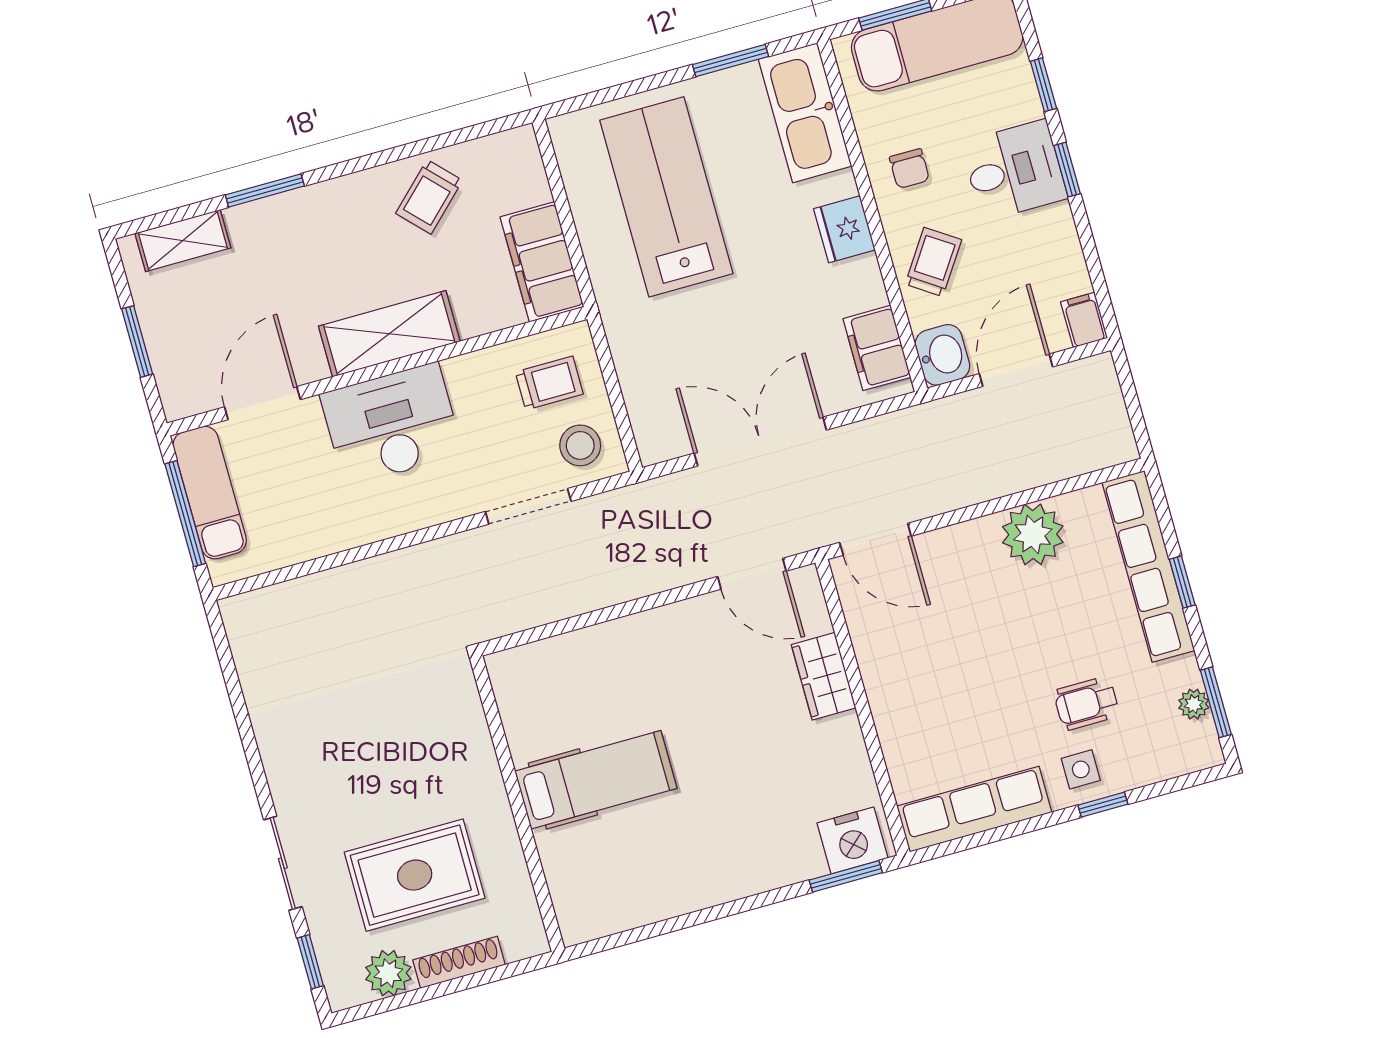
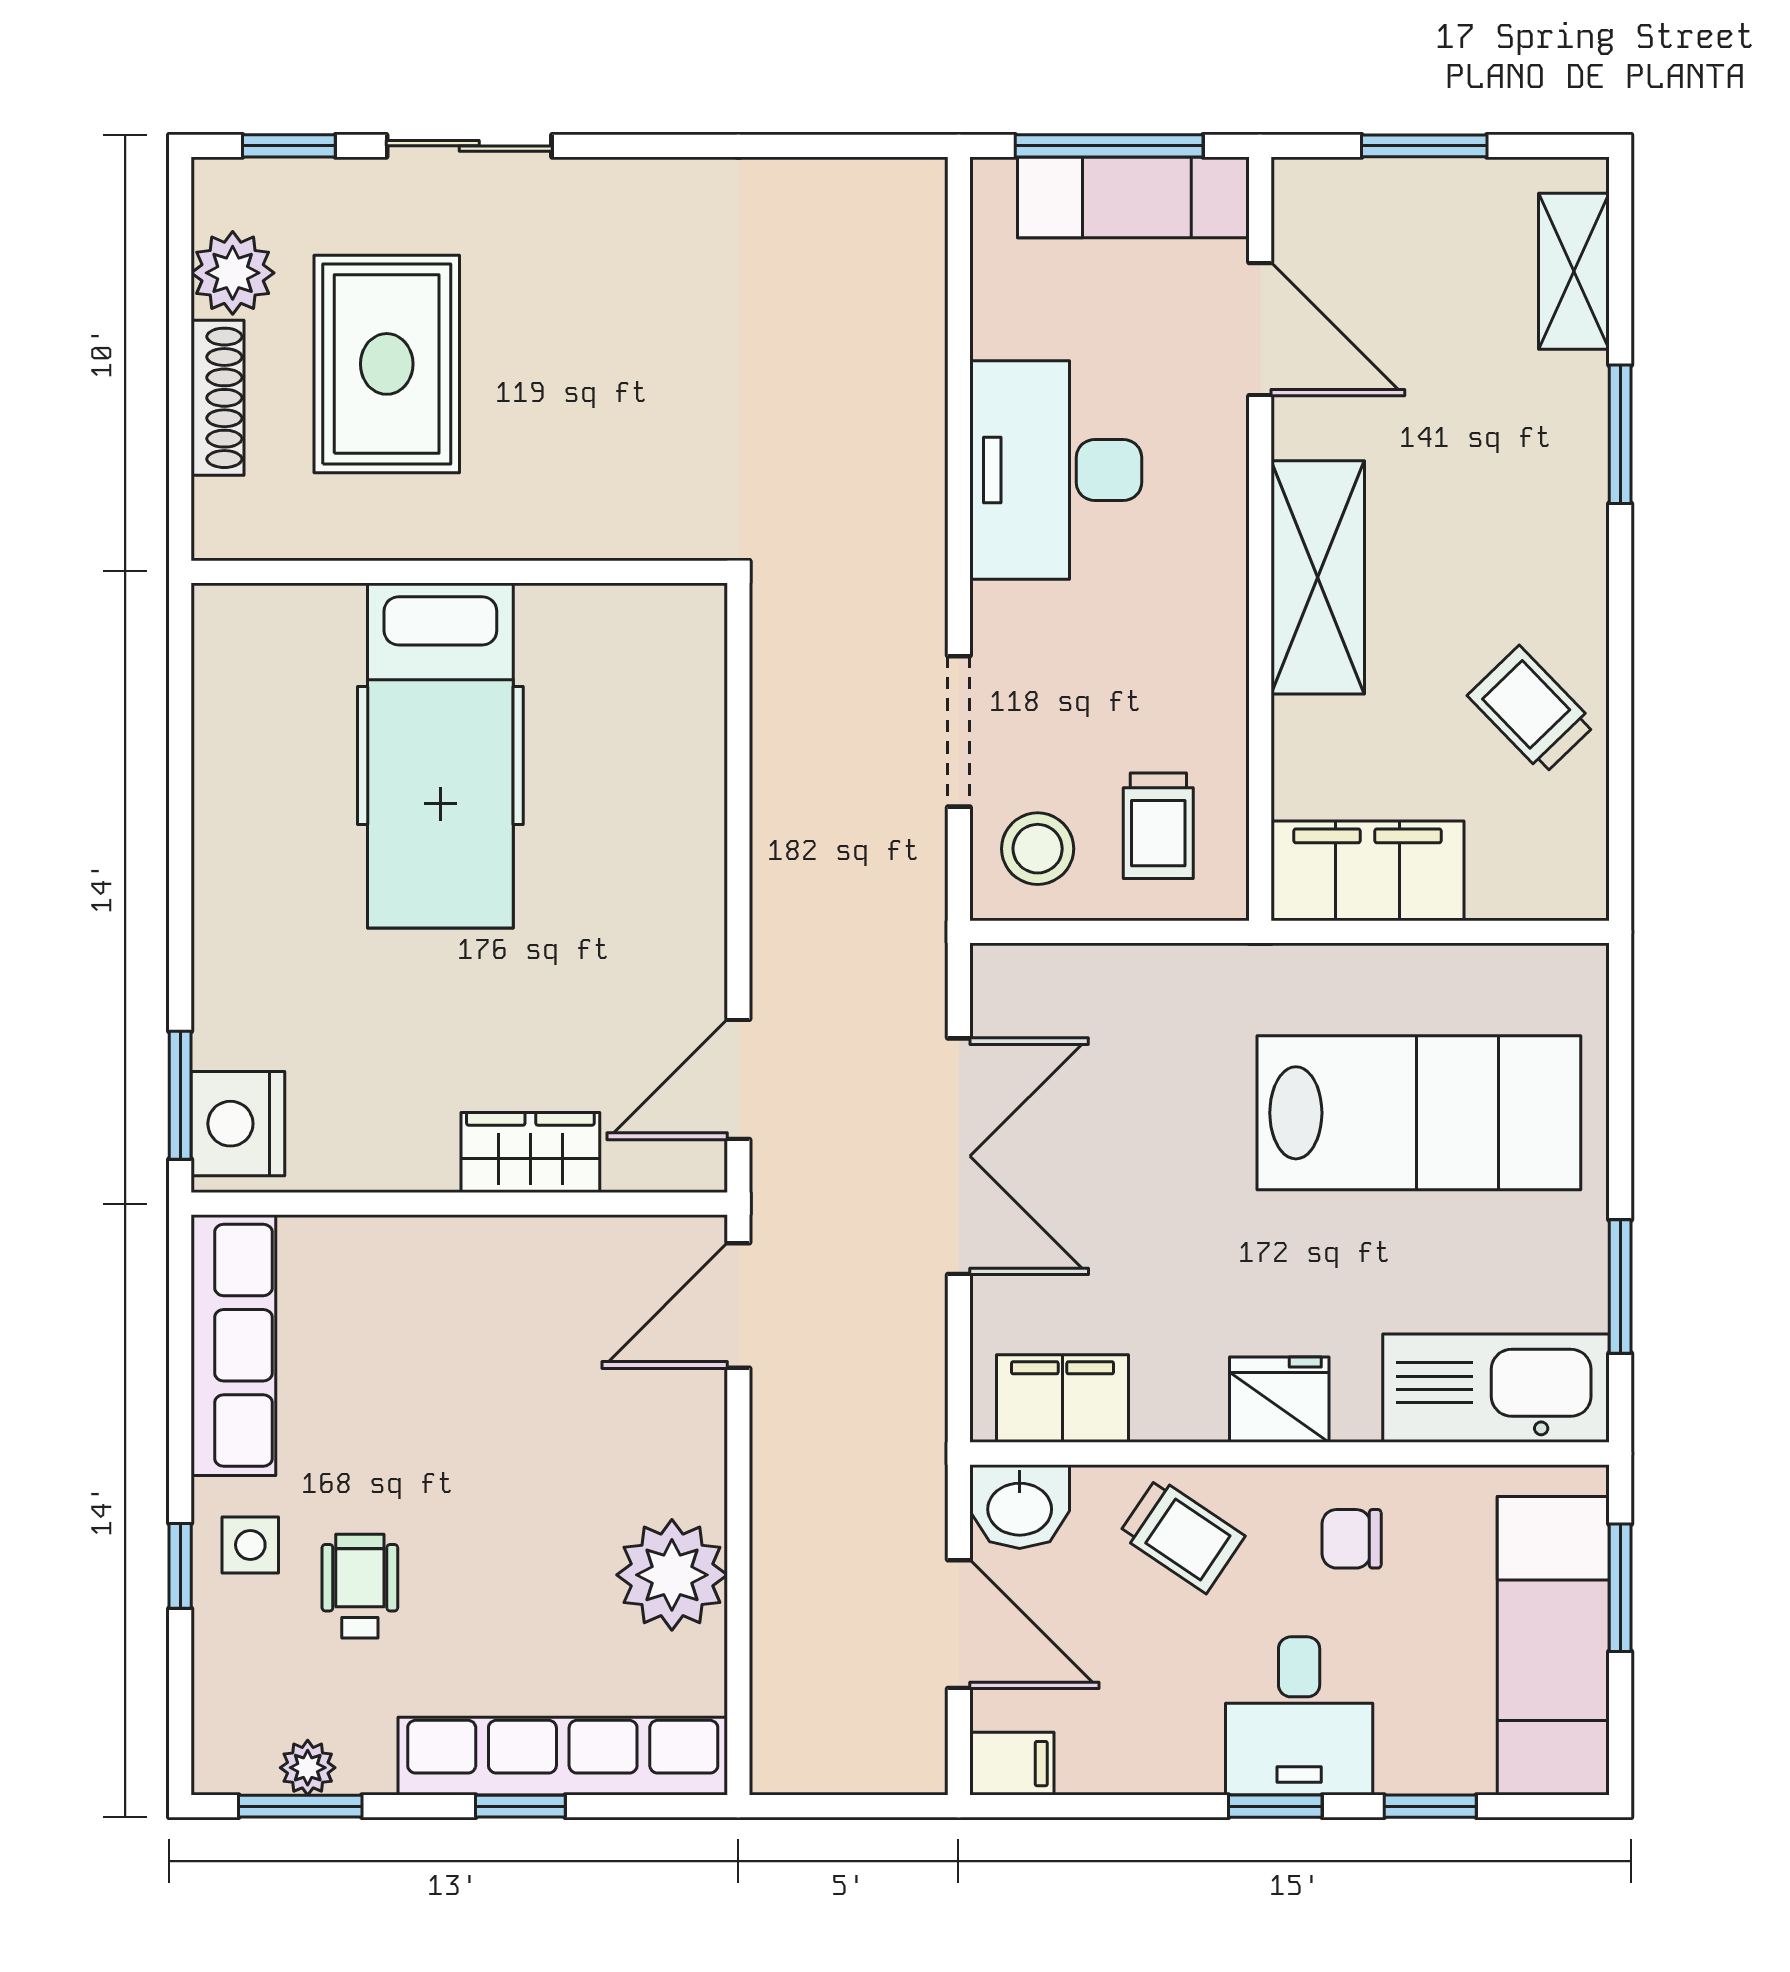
desk: (392, 424) -> (1056, 470), moved, turned 180
hospital bed: (596, 780) -> (440, 756), width x1.37, depth x1.29

